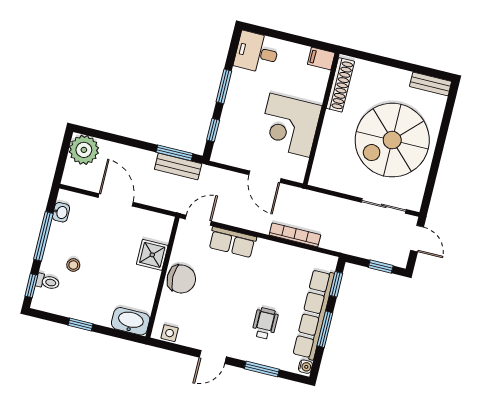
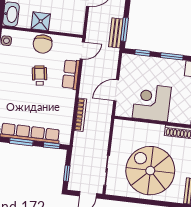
door: (198, 220) -> (82, 50), hinge flipped
shower: (152, 255) -> (41, 21), moved
wheelchair: (265, 323) -> (40, 75), moved, turned -98

